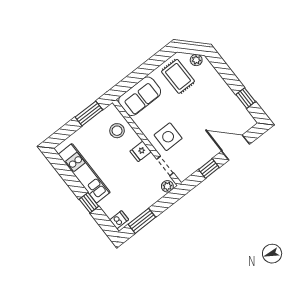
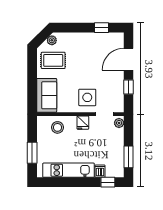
window: (89, 113) -> (32, 153), moved
window: (89, 203) -> (108, 182), moved
dishwasher: (119, 220) -> (100, 171), moved

